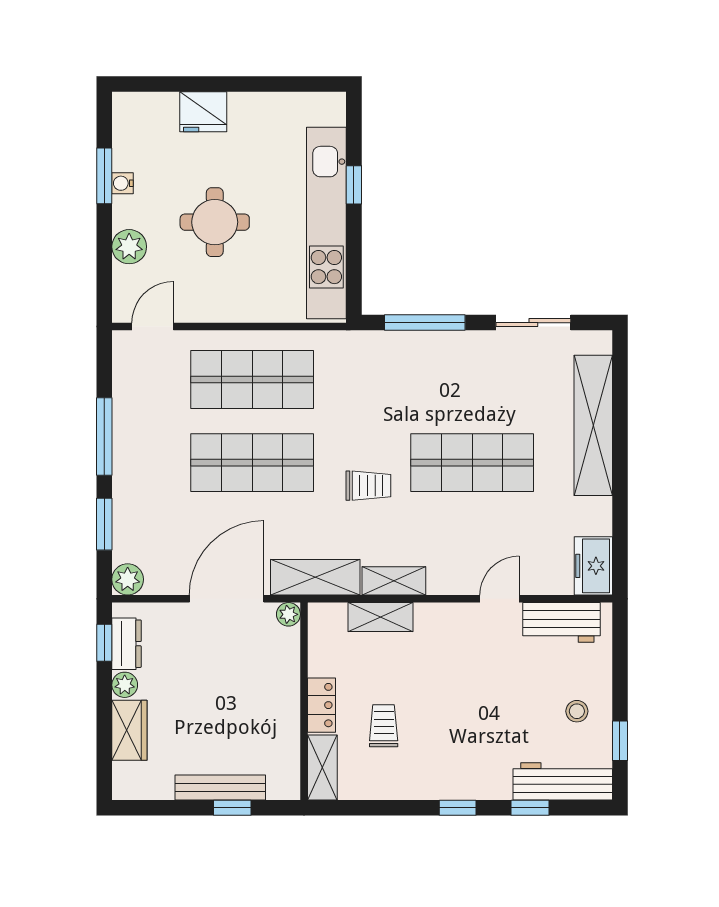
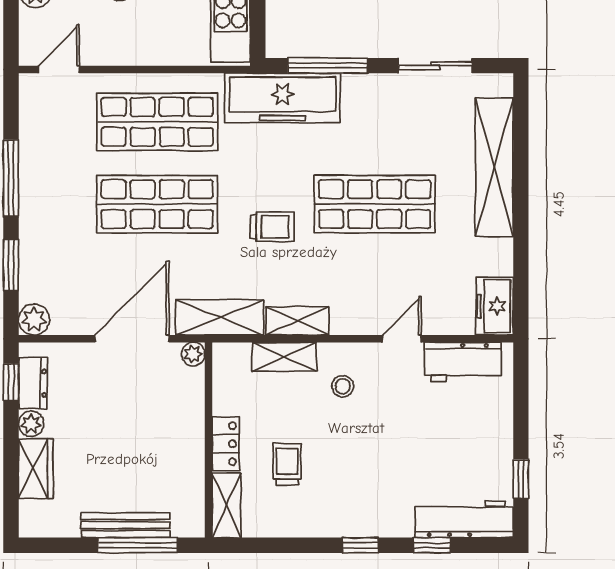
freezer: (379, 355) -> (283, 98), added
stool: (577, 711) -> (343, 386), moved
window: (232, 808) -> (137, 545), width x2.17

